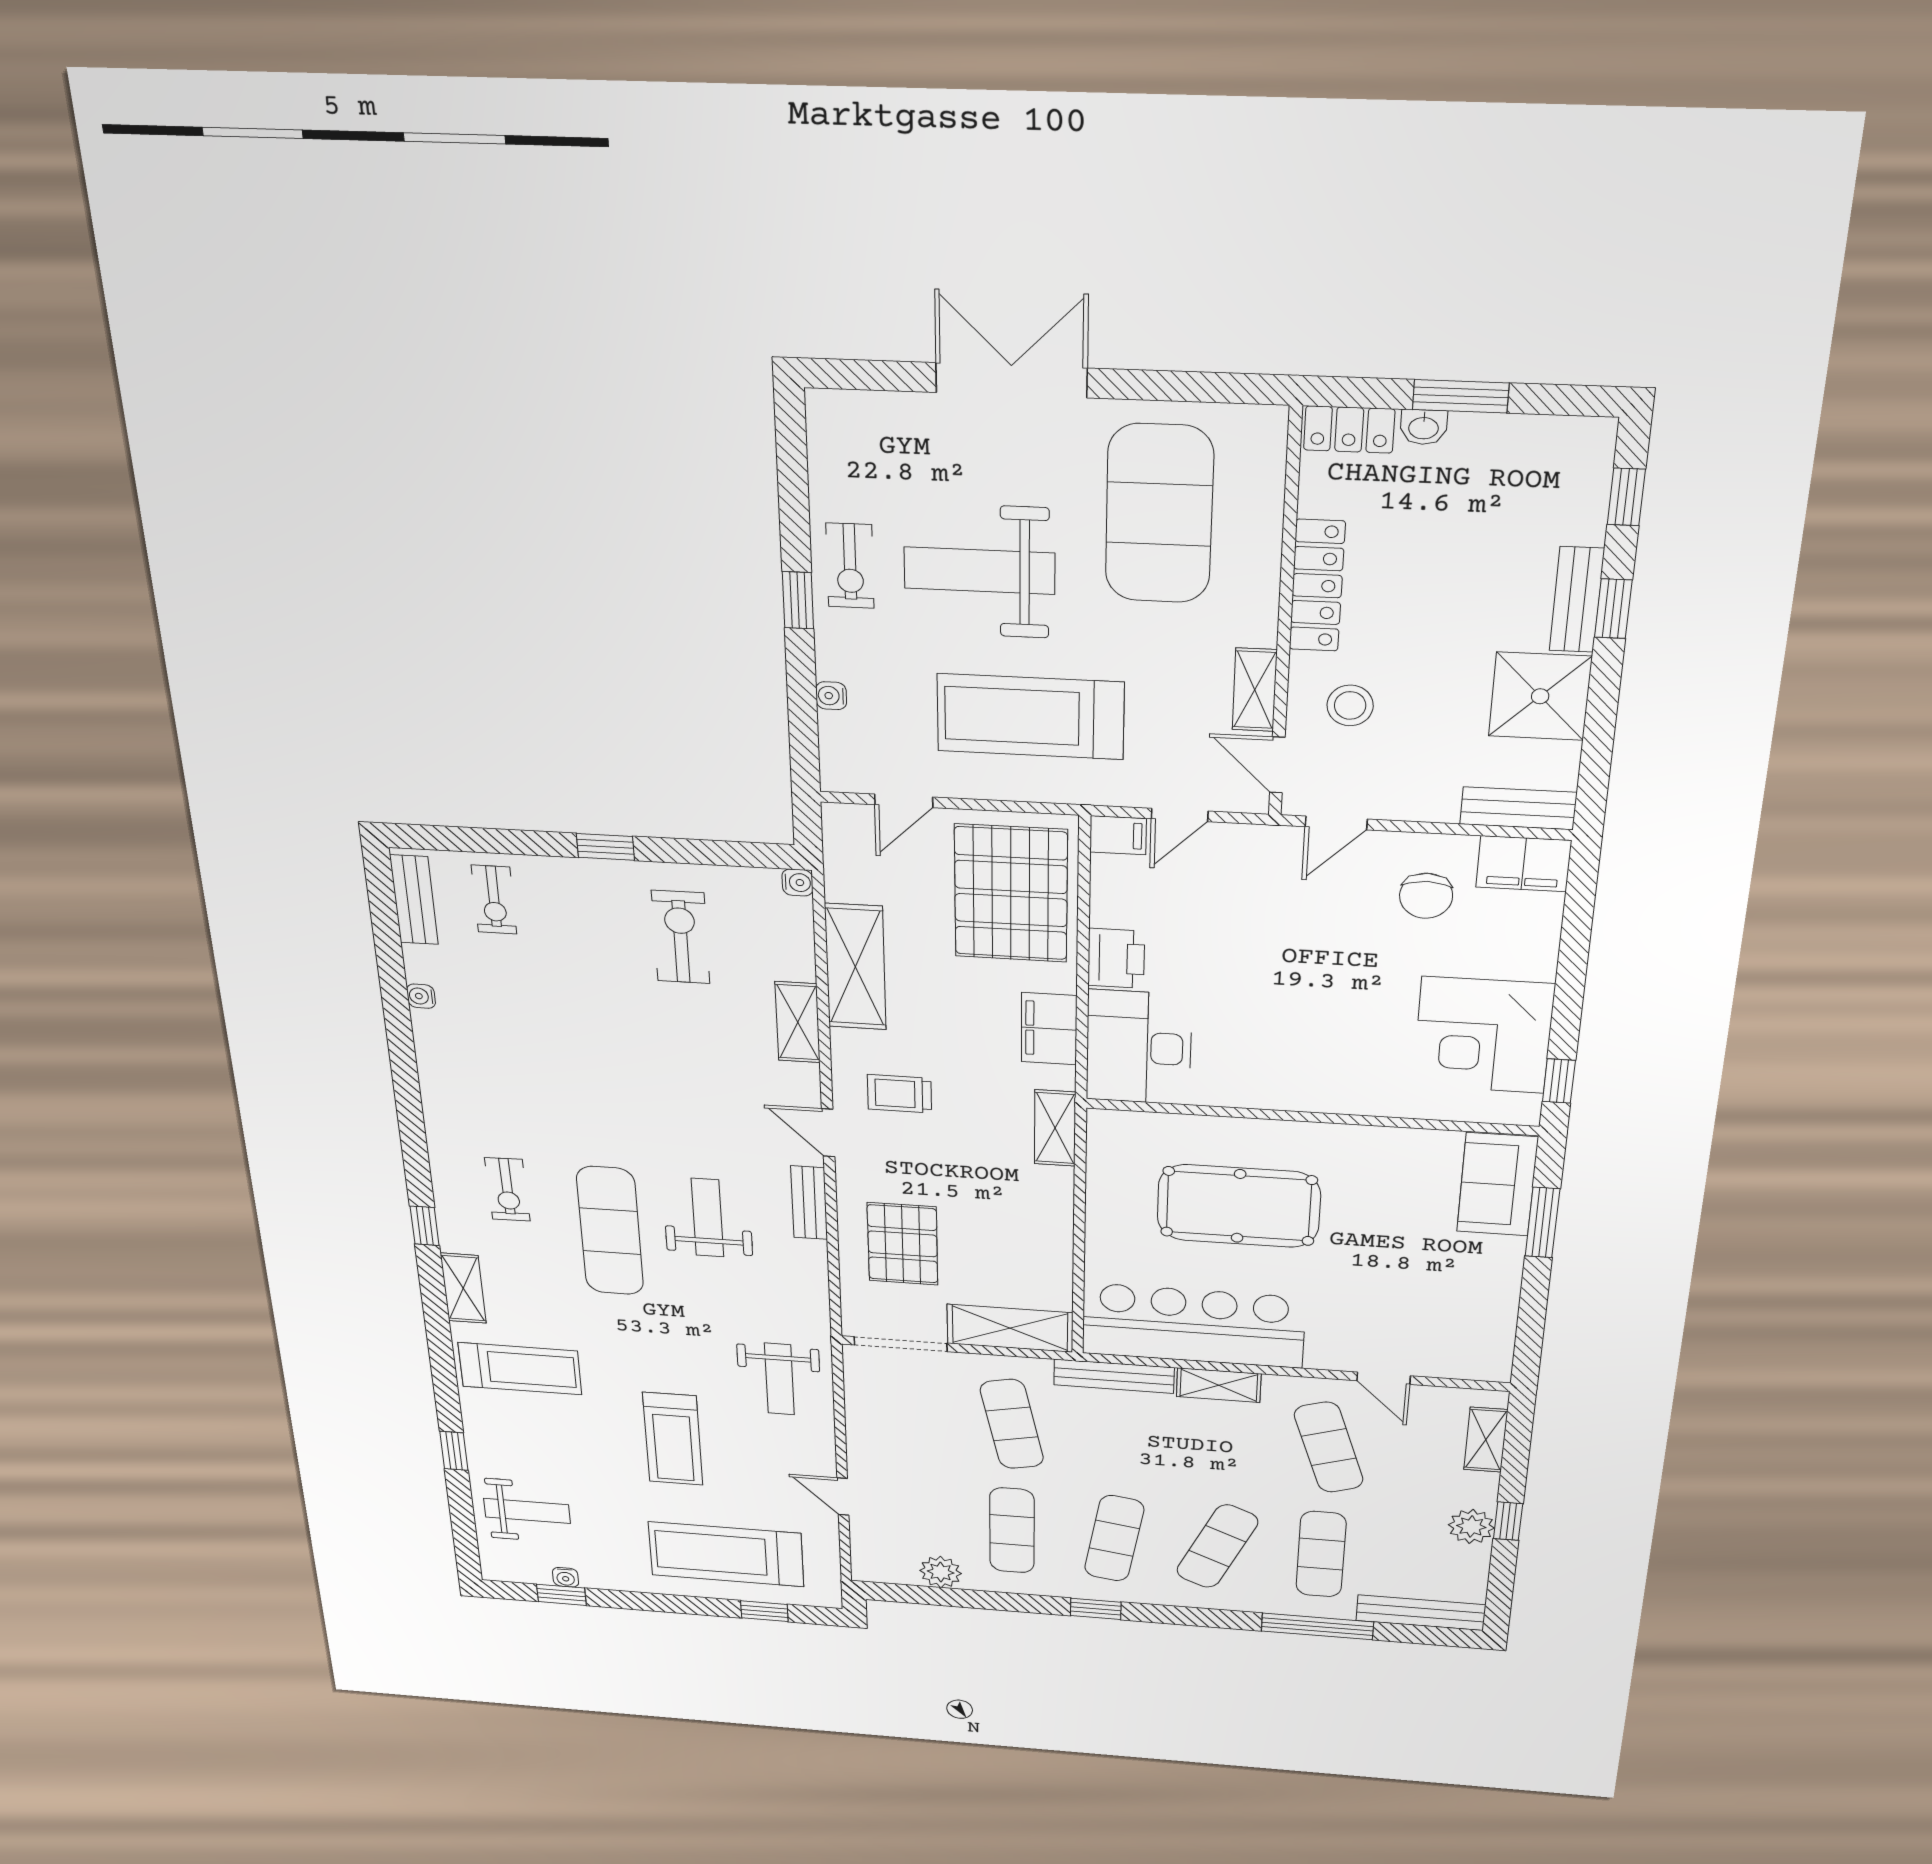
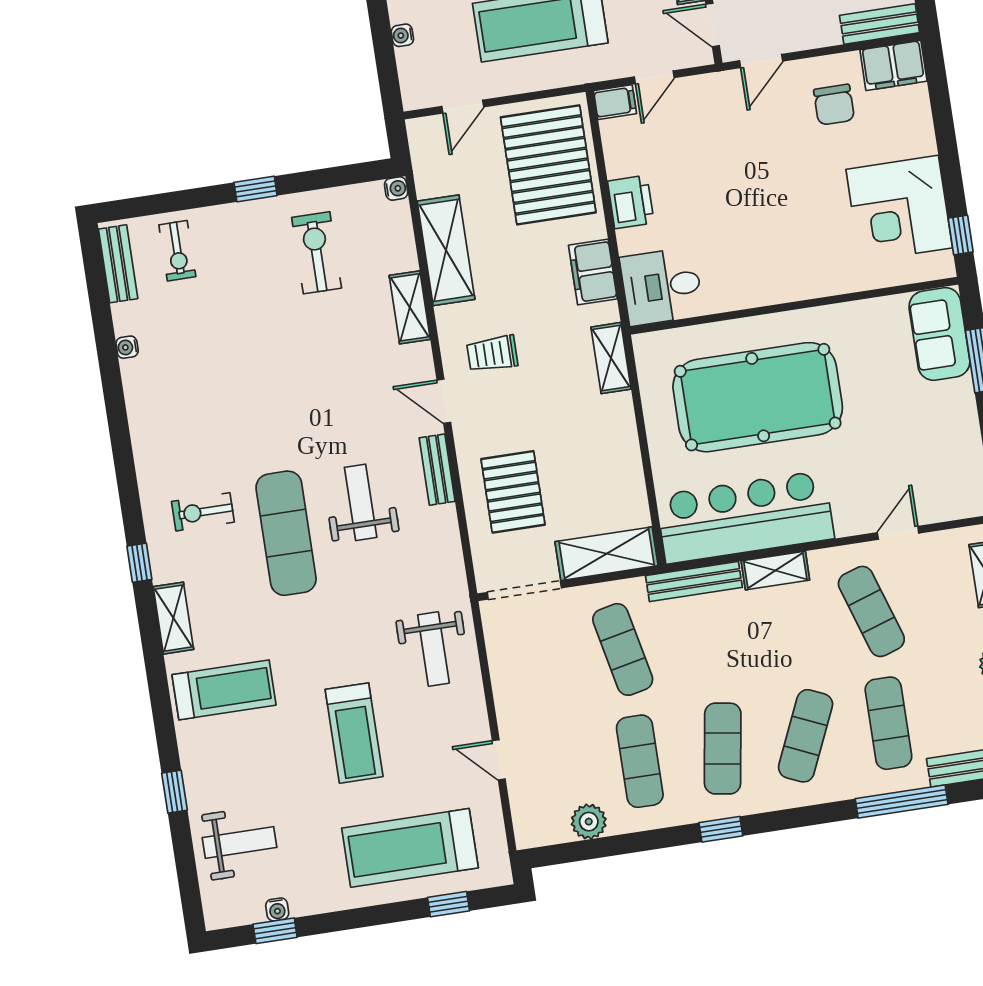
desk: (1139, 1047) -> (662, 286), width x0.73
exercise bike: (507, 1189) -> (203, 512), turned 91
pool table: (1239, 1206) -> (758, 397), width x1.36, depth x1.32
door: (1384, 1378) -> (898, 533), swing flipped

